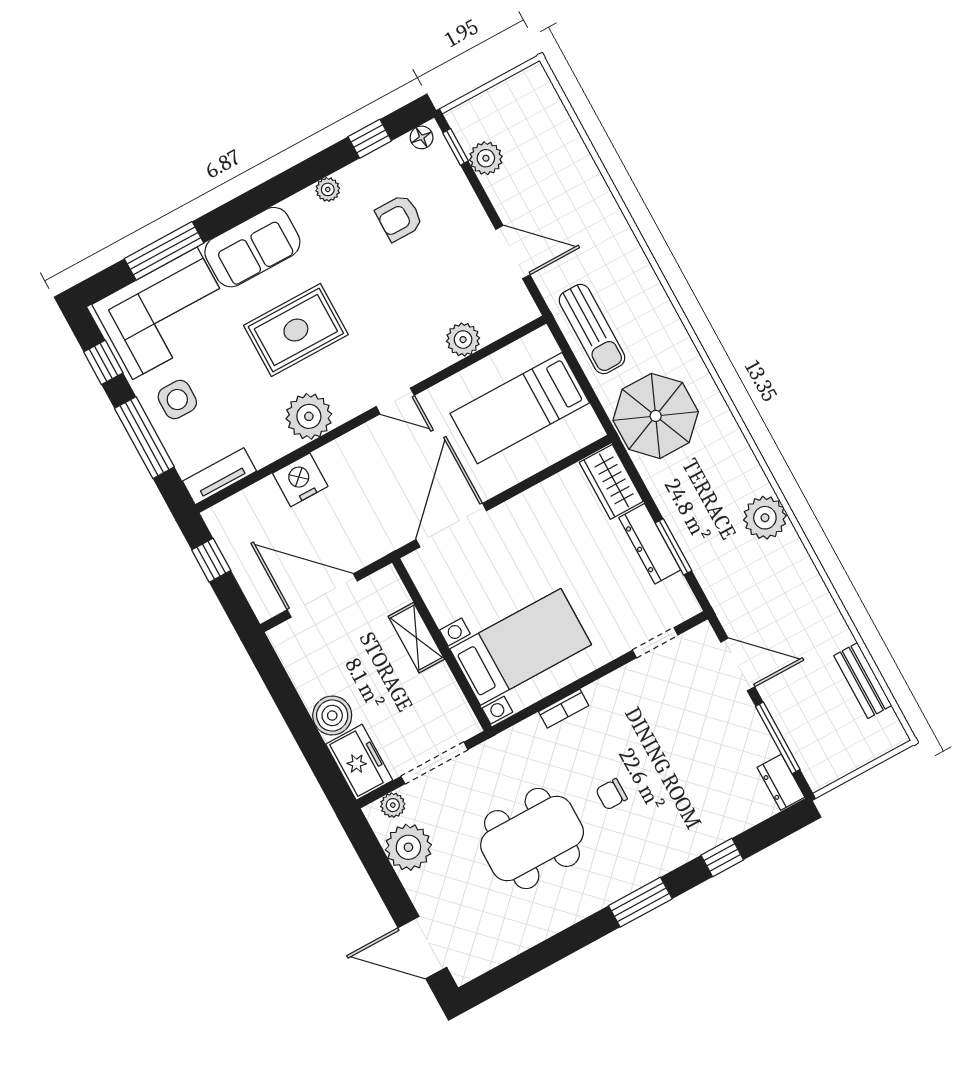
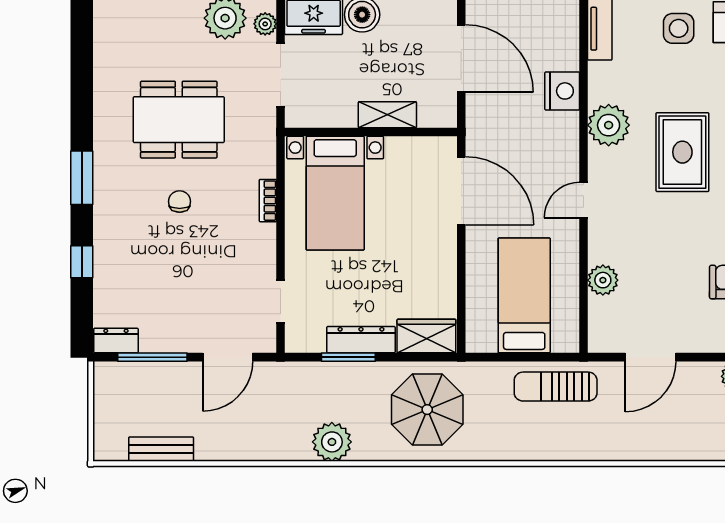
parasol: (656, 416) -> (427, 410), moved
door: (322, 595) -> (461, 59), hinge flipped
dining table: (532, 838) -> (179, 120), turned 90

